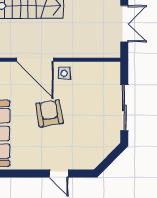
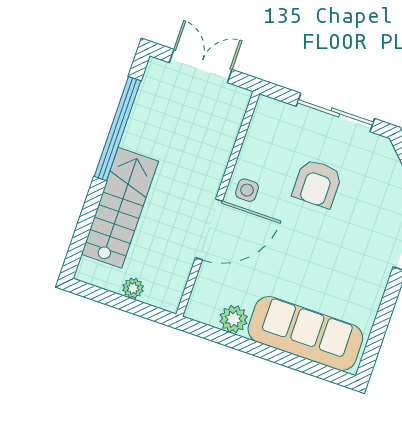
armchair: (49, 113) -> (317, 183), moved, turned -81

